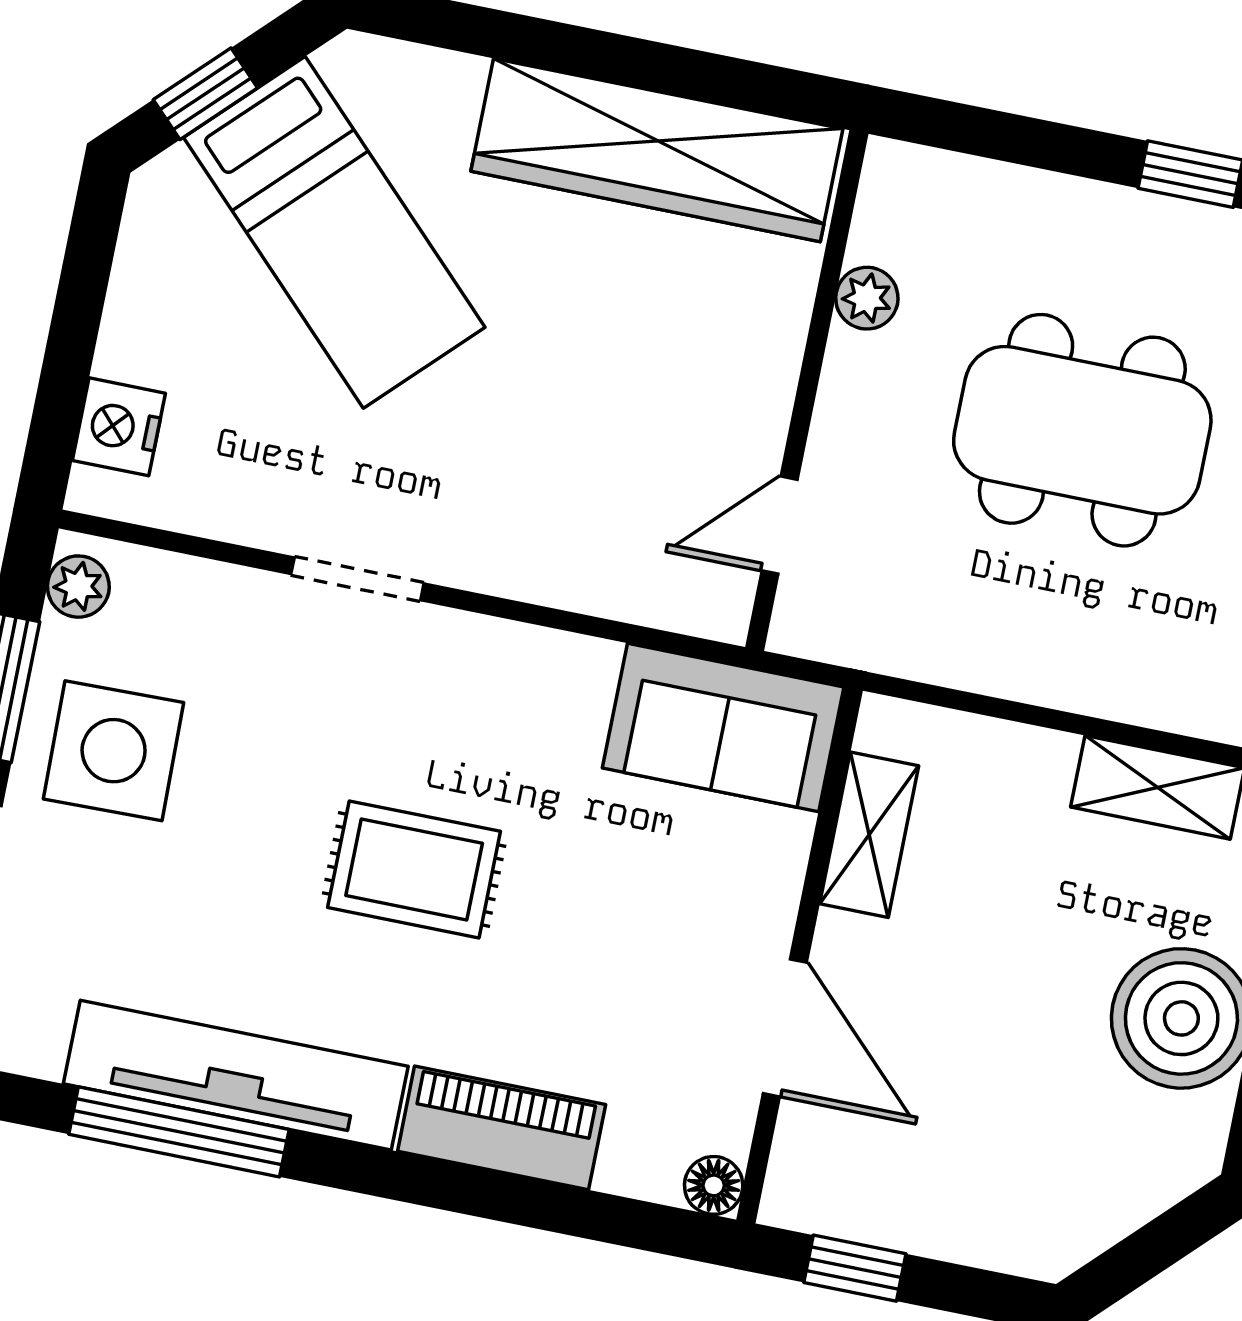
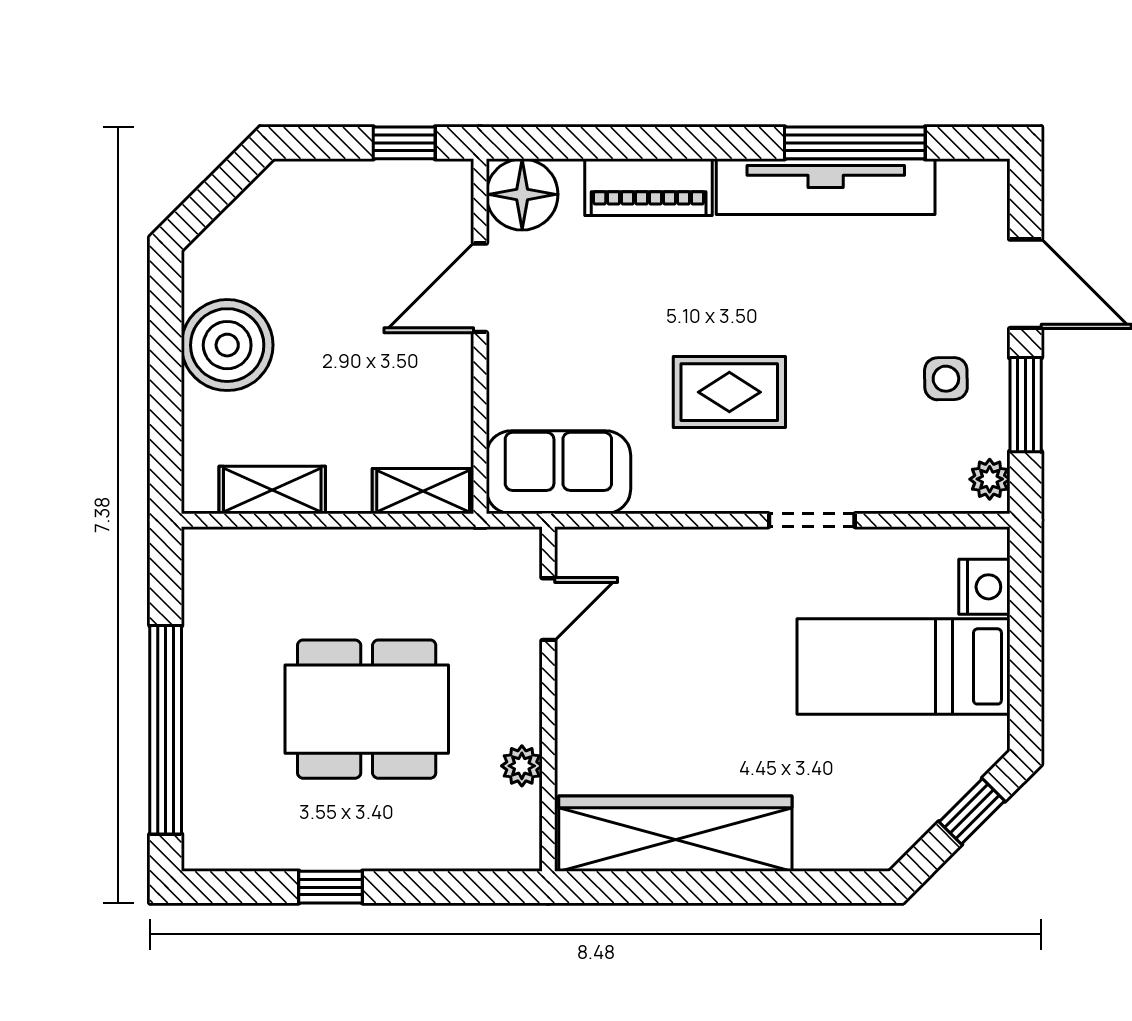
bed: (334, 232) -> (904, 666), moved, turned -45
side table: (114, 751) -> (946, 379), width x0.54, depth x0.54
shelving: (869, 835) -> (423, 491), moved, turned 90
rug: (414, 869) -> (729, 392), moved
door: (785, 1028) -> (480, 288), hinge flipped
floor lamp: (714, 1185) -> (522, 194), width x1.89, depth x1.89

